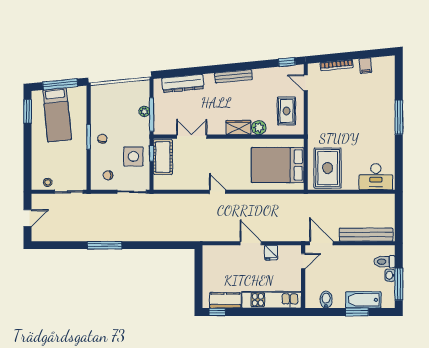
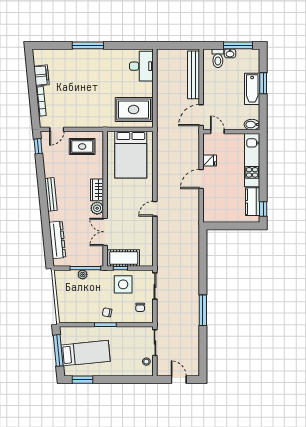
filing cabinet: (365, 66) -> (41, 75), width x2.00
plant: (259, 128) -> (97, 208), moved
bidet: (326, 299) -> (252, 125), moved
bathtub: (363, 300) -> (252, 89), moved

